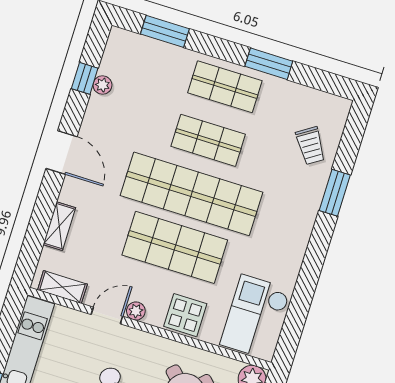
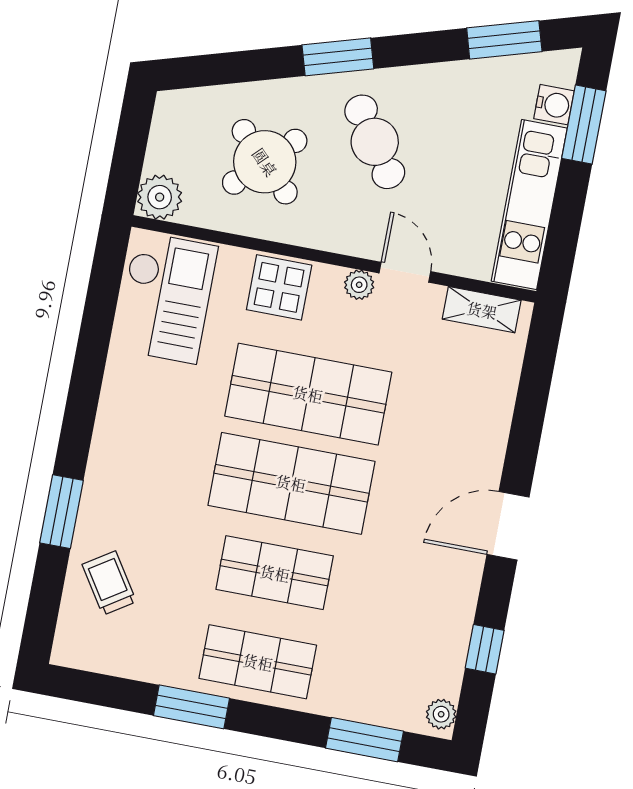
plant: (102, 85) -> (441, 714), moved
door: (62, 152) -> (508, 526), hinge flipped
shop shelf: (192, 194) -> (291, 483), width x0.71
shelving: (59, 226) -> (498, 407), removed
door: (107, 315) -> (405, 272), swing flipped

